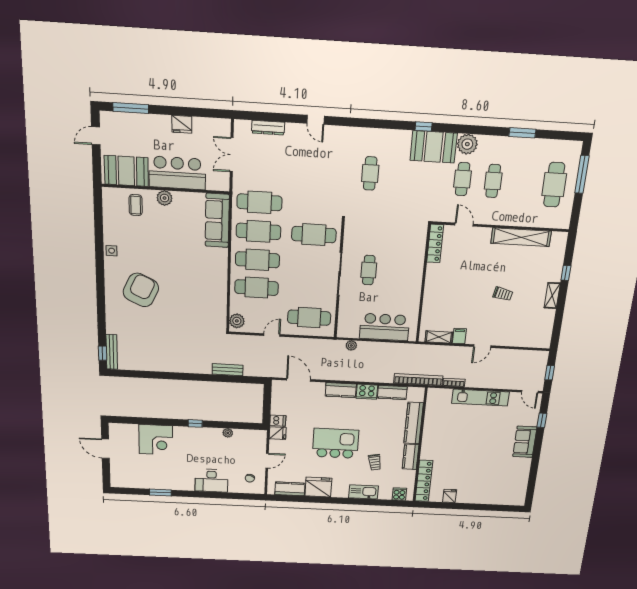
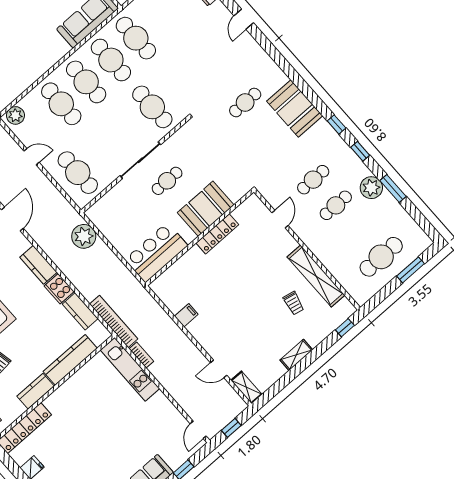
window: (424, 127) -> (337, 124), moved
window: (477, 130) -> (360, 151), added
plant: (467, 144) -> (371, 188), moved
booth: (434, 147) -> (295, 109), moved
window: (582, 174) -> (410, 270), width x0.69
locker: (435, 244) -> (217, 234), moved
booth: (410, 264) -> (206, 209), added
window: (566, 273) -> (345, 328), moved
trolley: (503, 294) -> (294, 303), moved
bar counter: (385, 327) -> (156, 253), moved, turned -90
shelving: (439, 337) -> (246, 387), moved
plant: (351, 345) -> (84, 236), width x1.88, depth x1.88
door: (482, 346) -> (219, 369), moved
kitchen unit: (480, 398) -> (130, 369), moved

